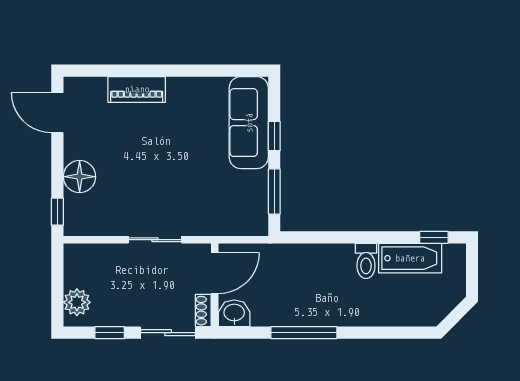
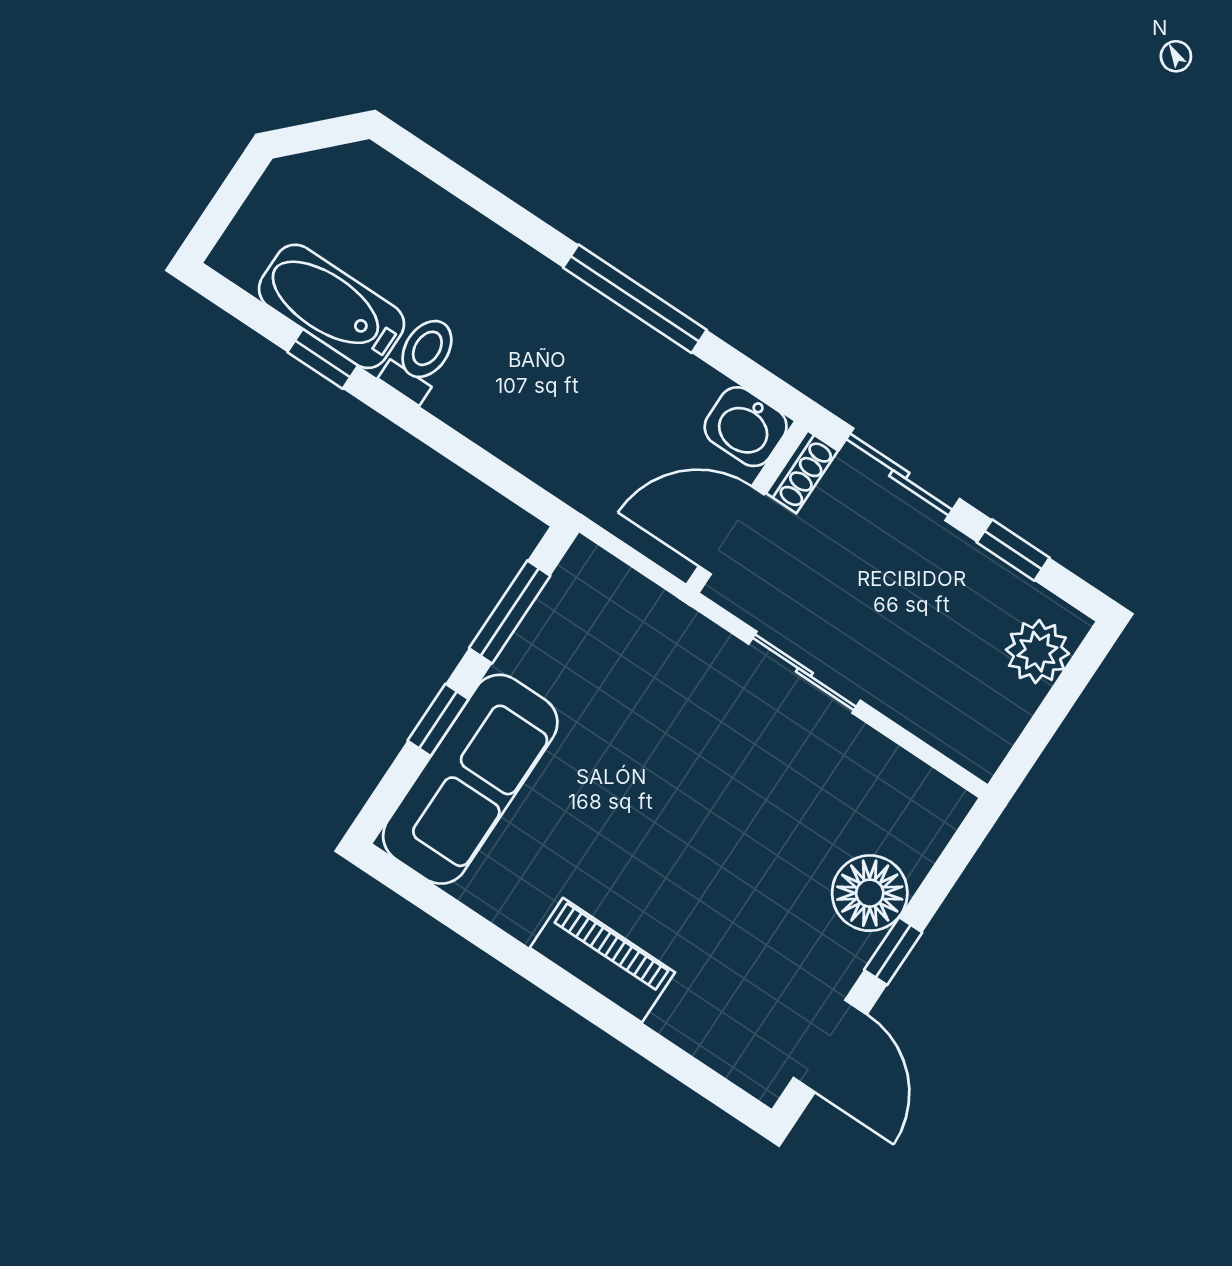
piano: (137, 89) -> (602, 960), moved
window: (57, 212) -> (893, 951), moved
window: (434, 237) -> (323, 359), moved

